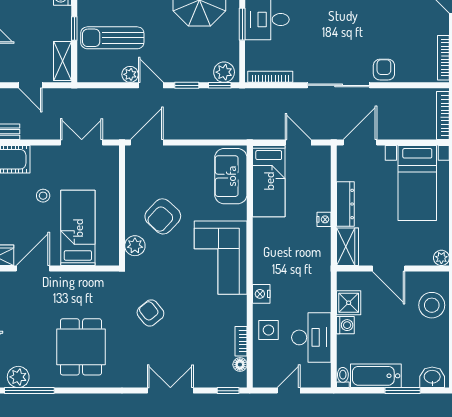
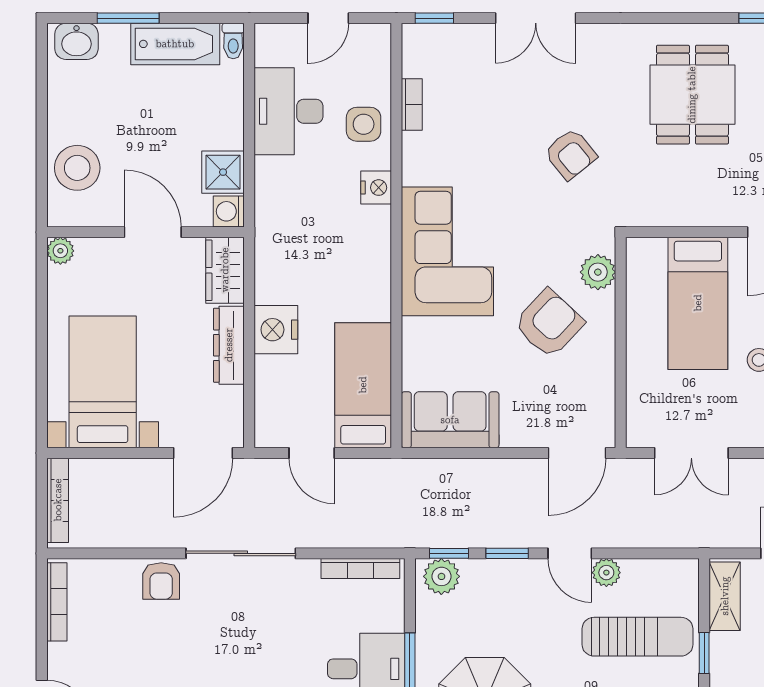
sofa: (231, 176) -> (450, 420), moved, turned -90
nightstand: (324, 219) -> (276, 330), width x1.89, depth x1.79
washing machine: (345, 325) -> (229, 211), moved
floor lamp: (240, 365) -> (414, 64), removed

